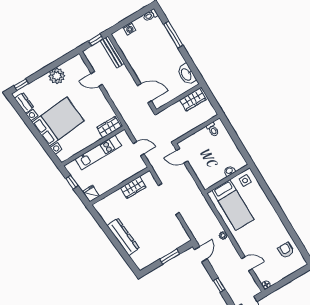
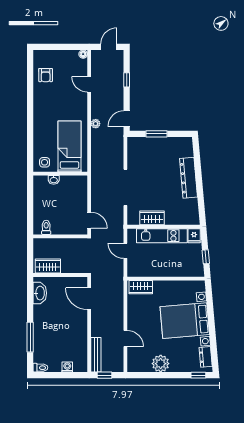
kitchen unit: (98, 152) -> (162, 236), moved, turned 180

